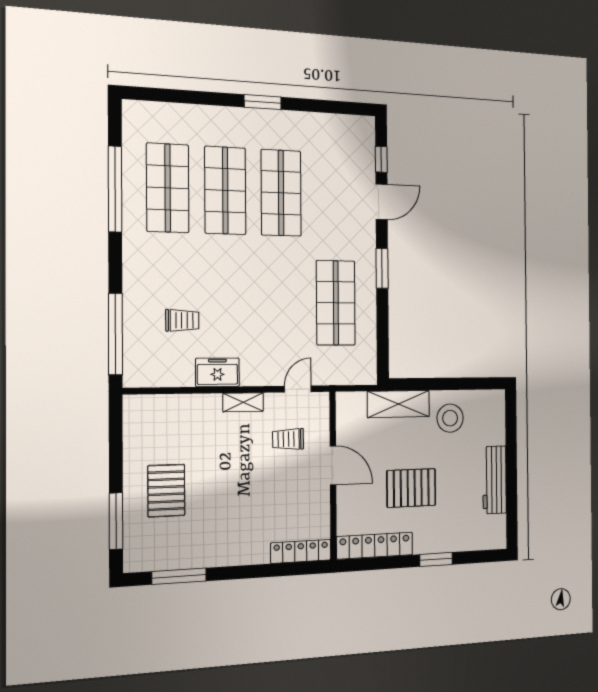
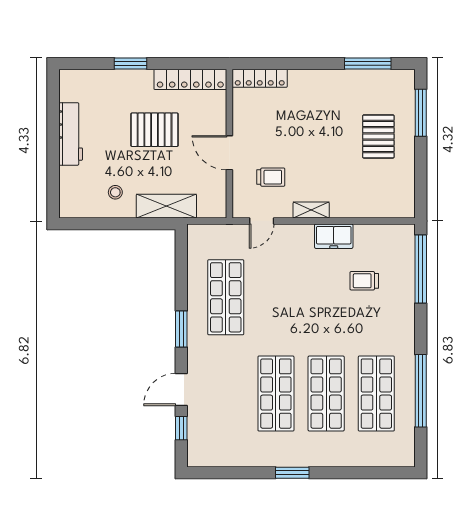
stool: (450, 418) -> (115, 192), width x0.53, depth x0.53

